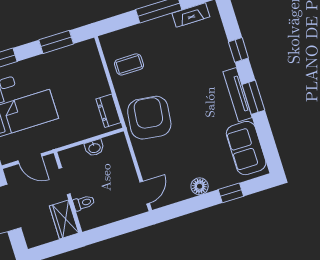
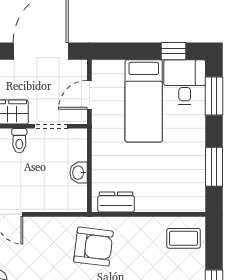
coffee table: (129, 64) -> (184, 238), moved, turned 90
armchair: (149, 118) -> (93, 247), width x0.73, depth x0.73

